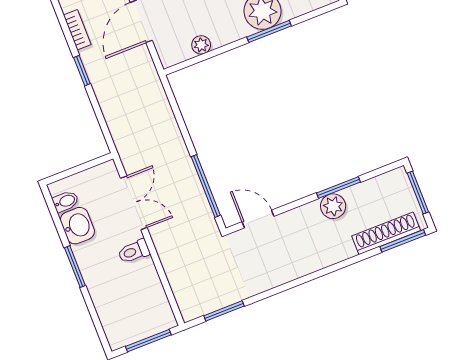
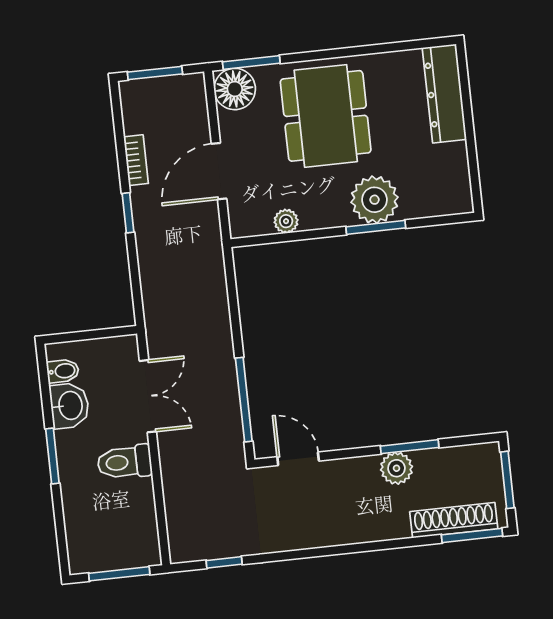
toilet: (134, 251) -> (124, 462), width x1.37, depth x1.39
window: (224, 311) -> (224, 562), width x0.67

